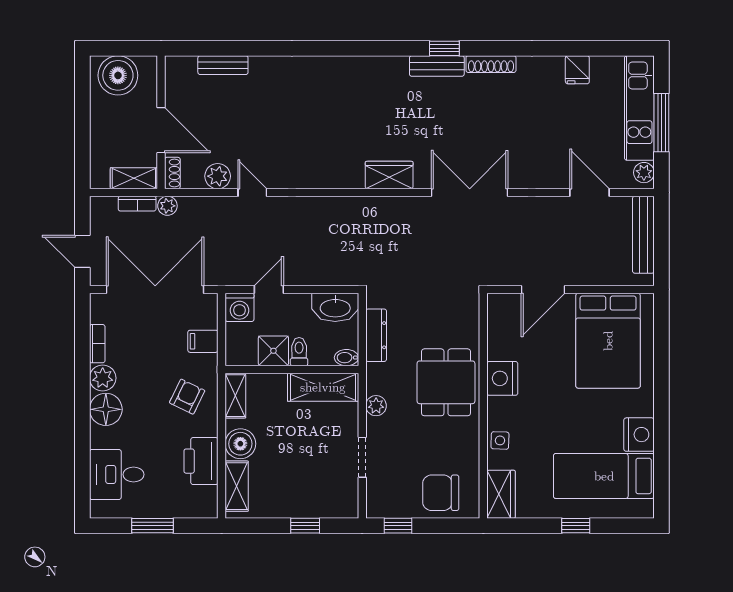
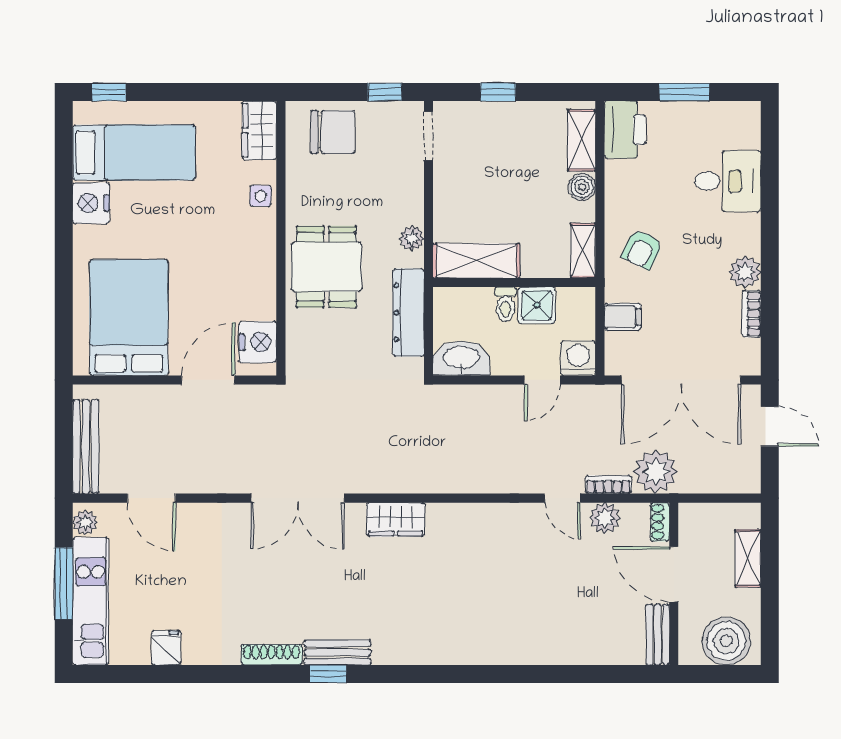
bench: (223, 65) -> (658, 635), moved, turned 90
shelving: (134, 178) -> (748, 558), moved, turned 90
bookcase: (137, 204) -> (608, 485), moved
plant: (167, 206) -> (656, 472), width x1.88, depth x1.88
dresser: (376, 335) -> (409, 312), width x1.37, depth x1.24
bidet: (346, 358) -> (448, 297), removed
nightstand: (502, 378) -> (258, 342), moved
floor lamp: (106, 409) -> (741, 234), removed
boiler: (240, 444) -> (582, 187), width x0.73, depth x0.73
doorway: (362, 457) -> (429, 136), moved
printer: (201, 461) -> (625, 130), moved
desk: (117, 474) -> (728, 181), moved
window: (576, 526) -> (109, 92), moved

